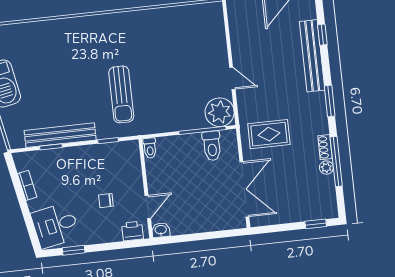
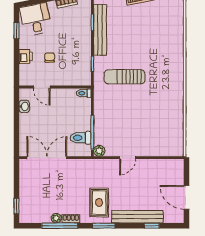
plant: (220, 112) -> (99, 151), width x0.53, depth x0.53
rug: (269, 134) -> (99, 203), moved
double door: (244, 189) -> (47, 158), swing flipped
washbasin: (161, 230) -> (24, 106), moved
printer: (132, 231) -> (26, 56), moved

